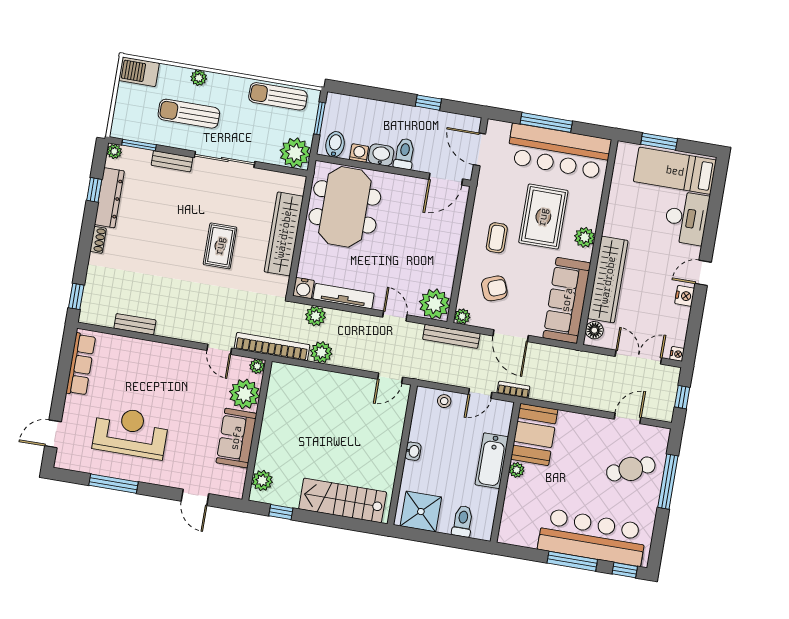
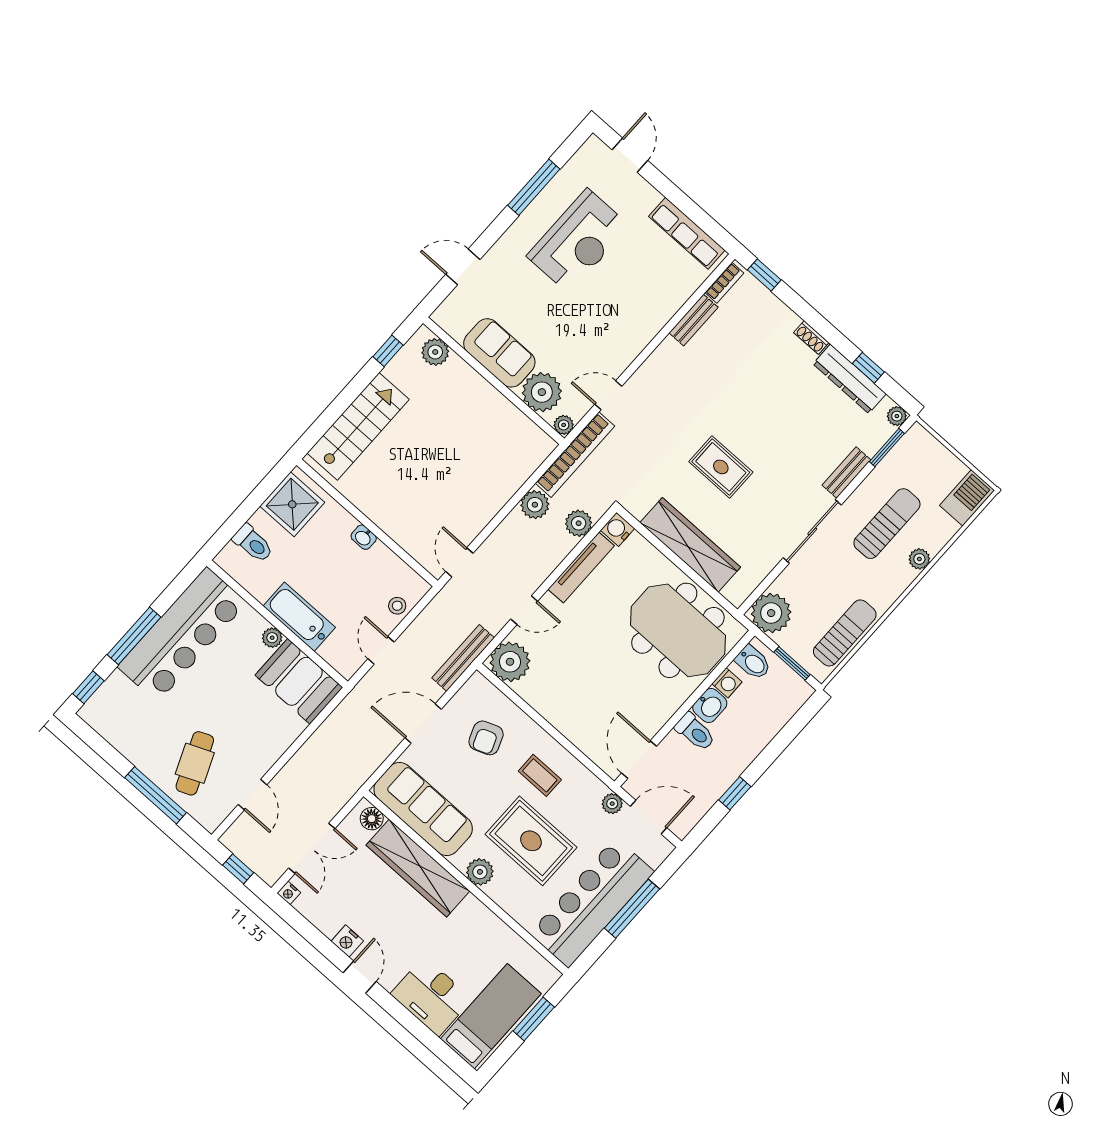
plant: (462, 316) -> (612, 804), moved
bookcase: (513, 390) -> (724, 283), moved
bar counter: (592, 537) -> (182, 635), moved

